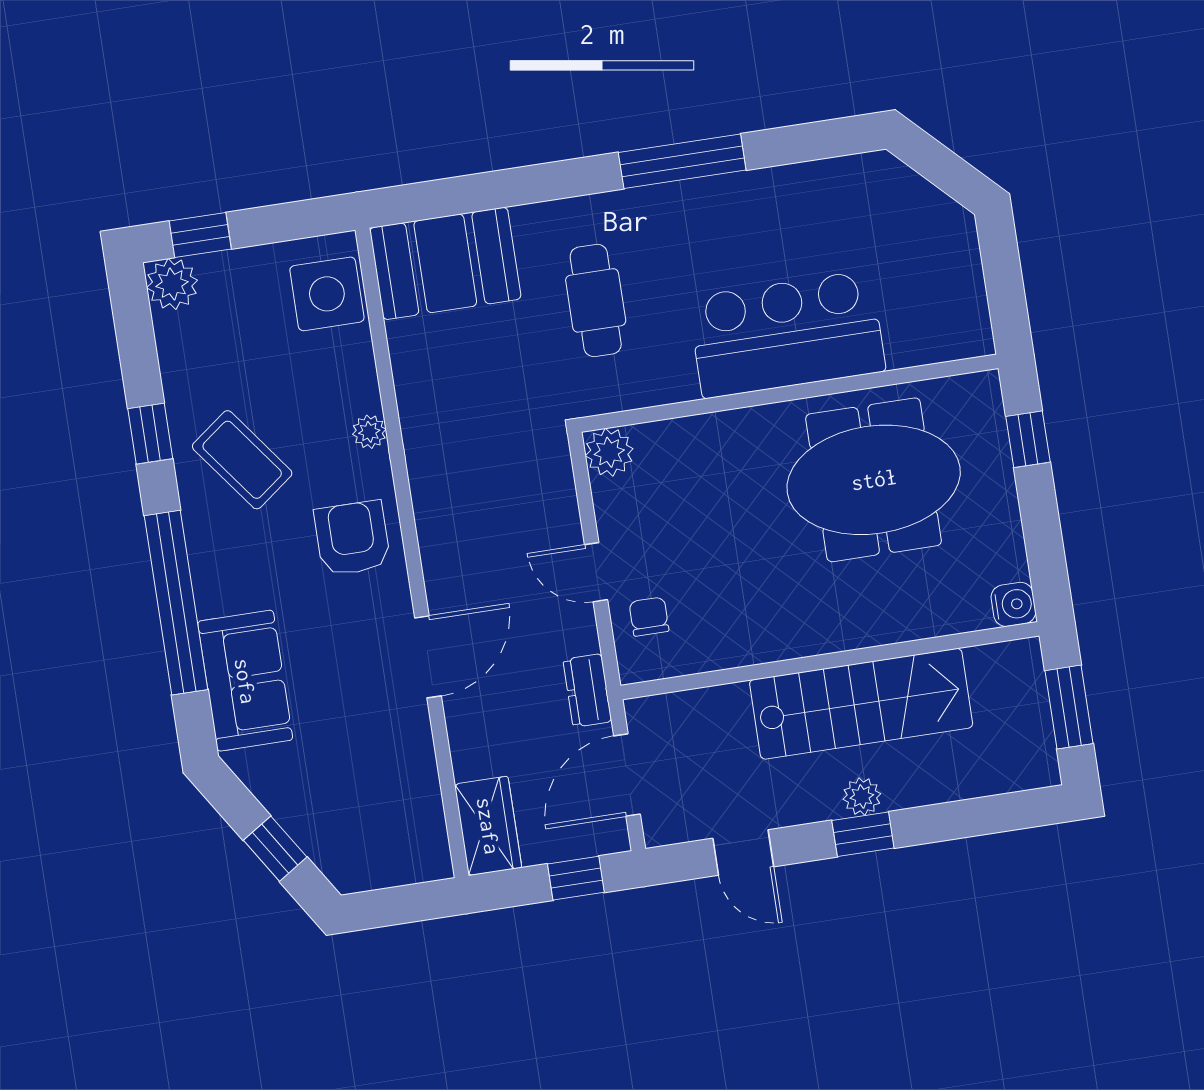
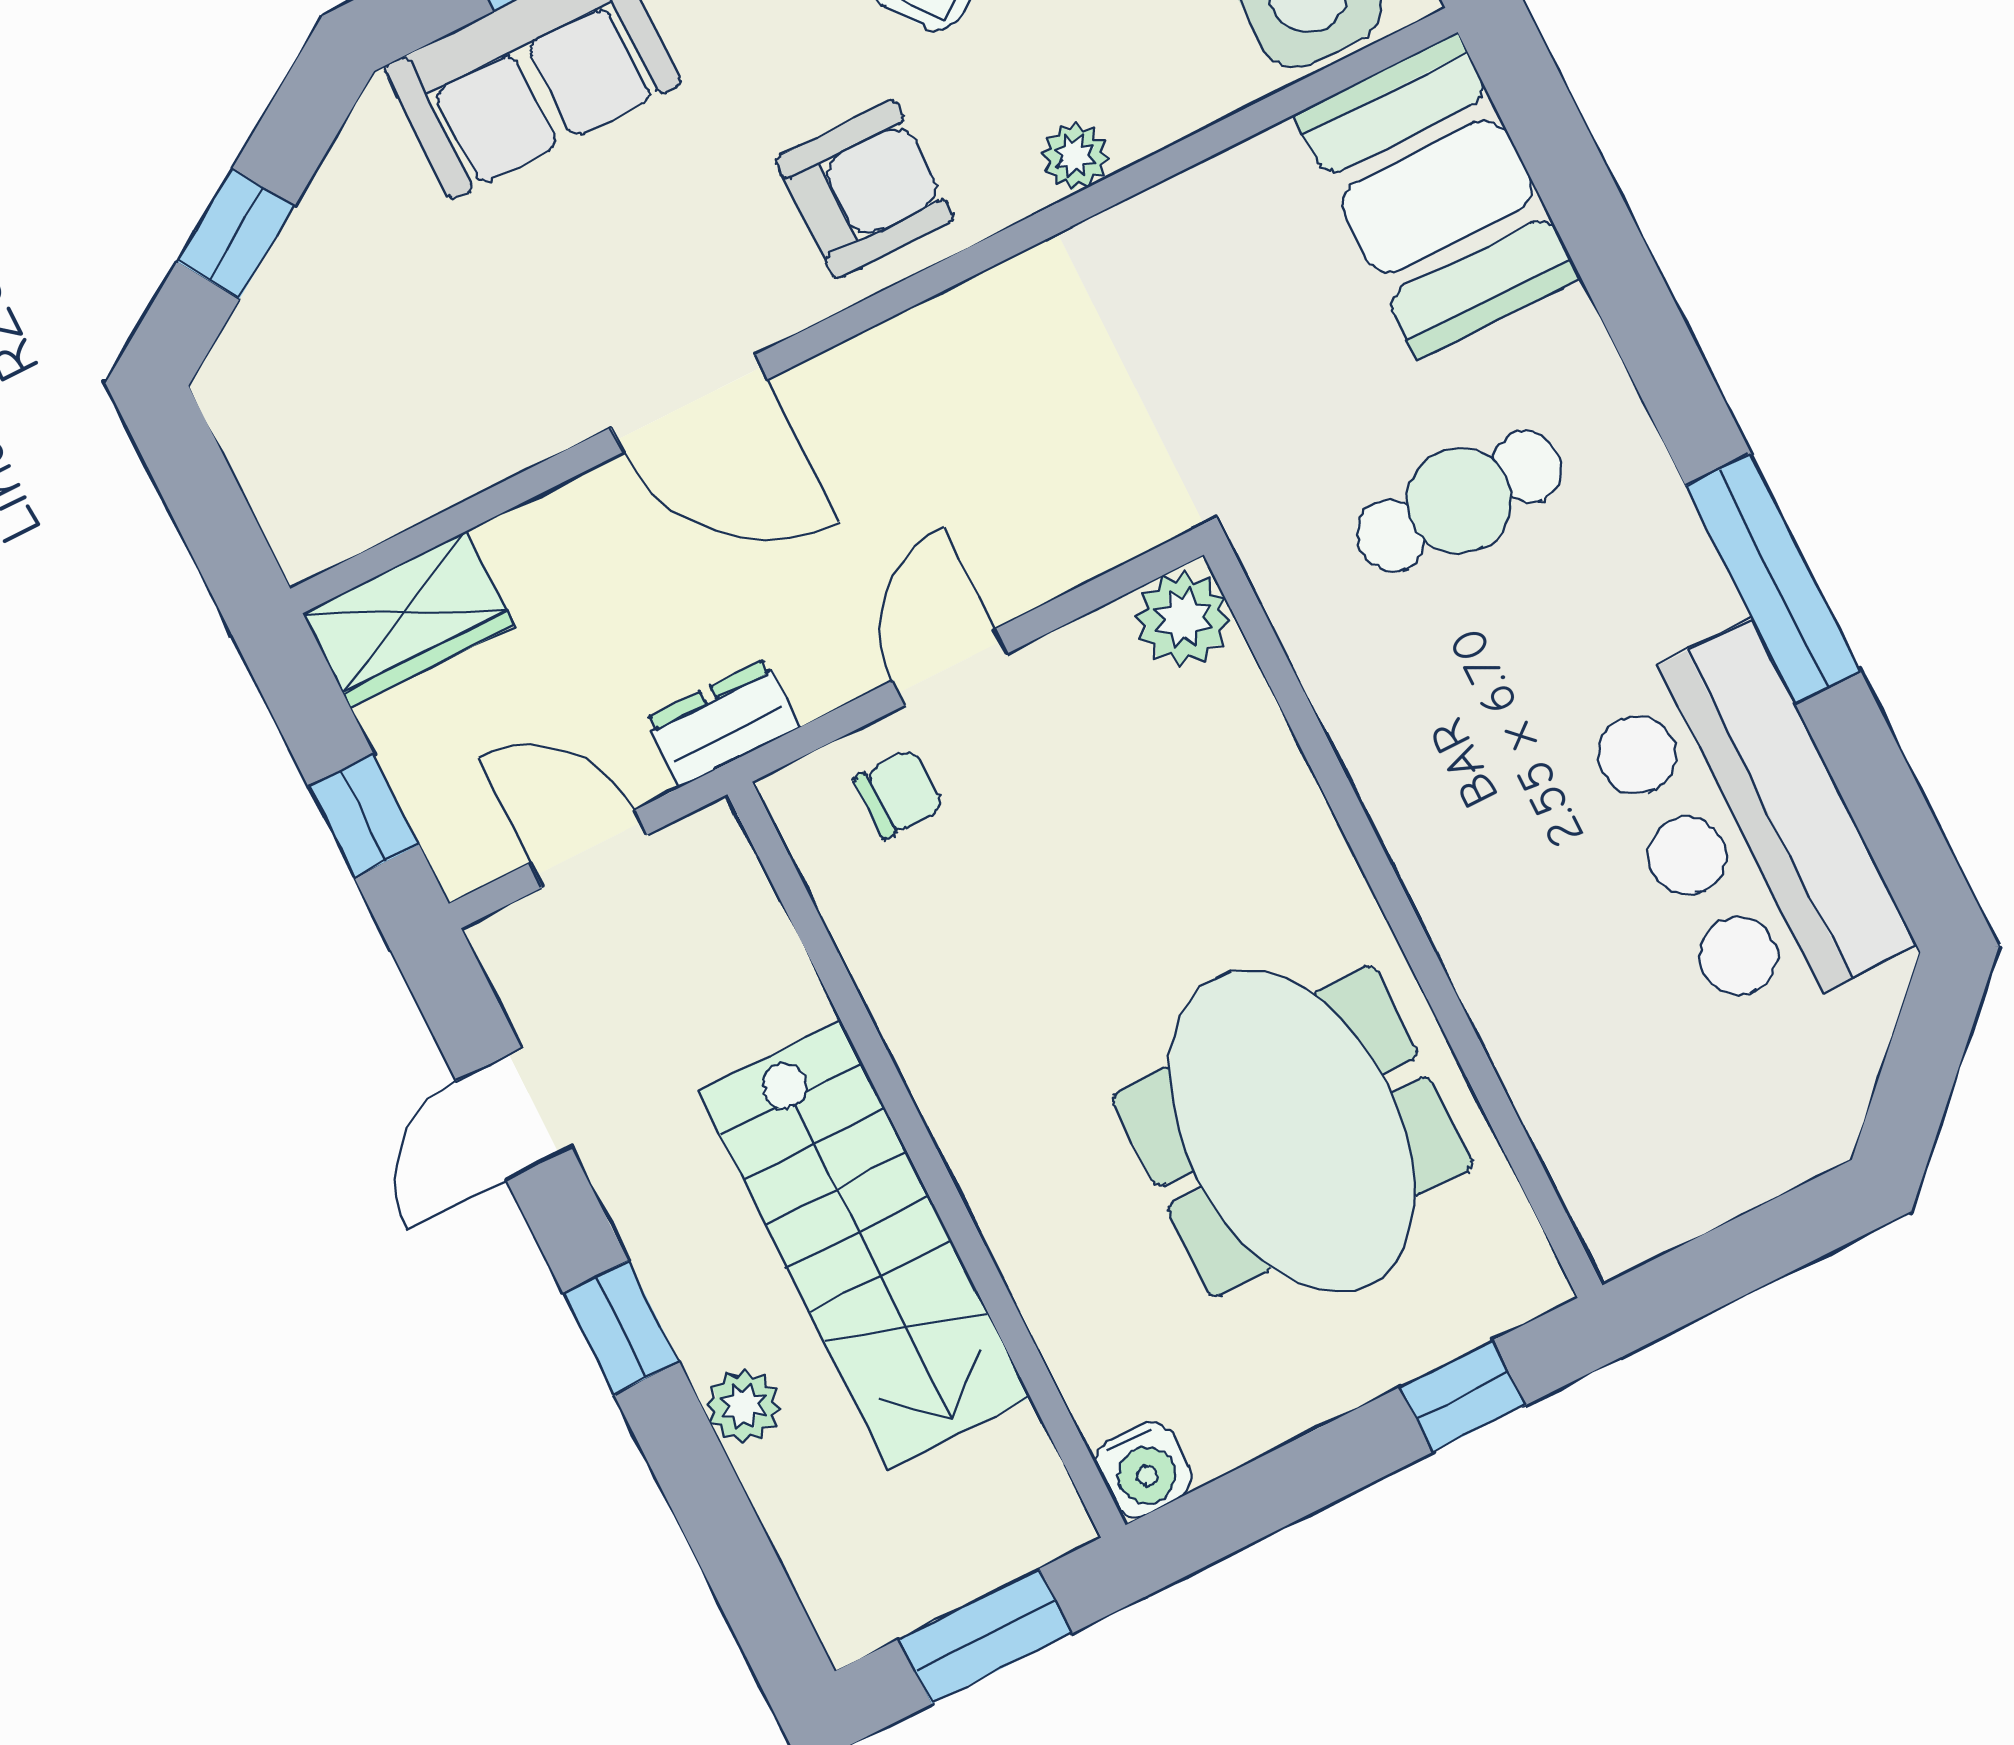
bar counter: (787, 334) -> (1744, 827), moved, turned 180
door: (627, 775) -> (588, 849), width x0.73
plant: (862, 796) -> (744, 1406), moved

